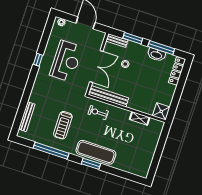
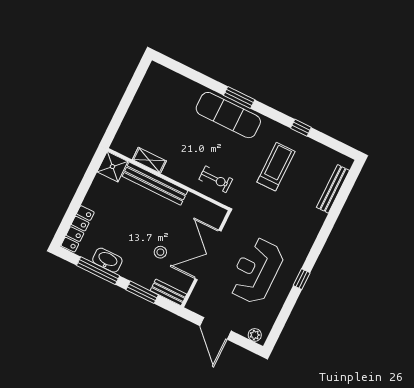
bench: (108, 96) -> (155, 184), moved
window: (51, 151) -> (301, 128), width x0.32

